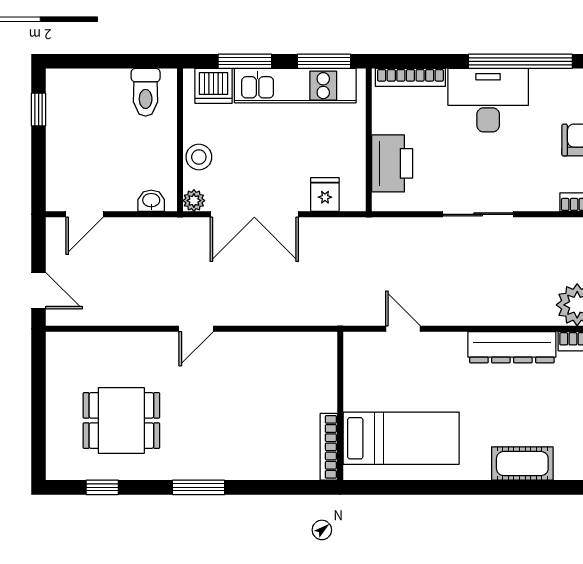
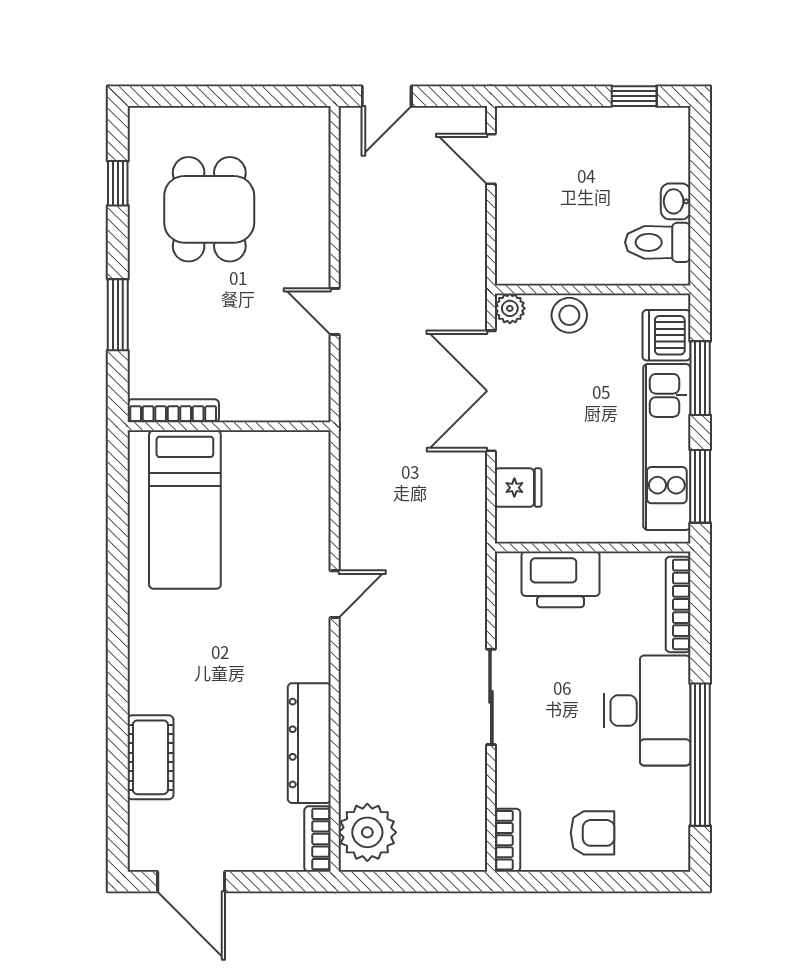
washbasin: (151, 201) -> (676, 201), moved, turned 180
wall: (340, 406) -> (229, 426), moved
bed: (401, 438) -> (185, 510), moved
bookcase: (329, 447) -> (173, 411), moved

